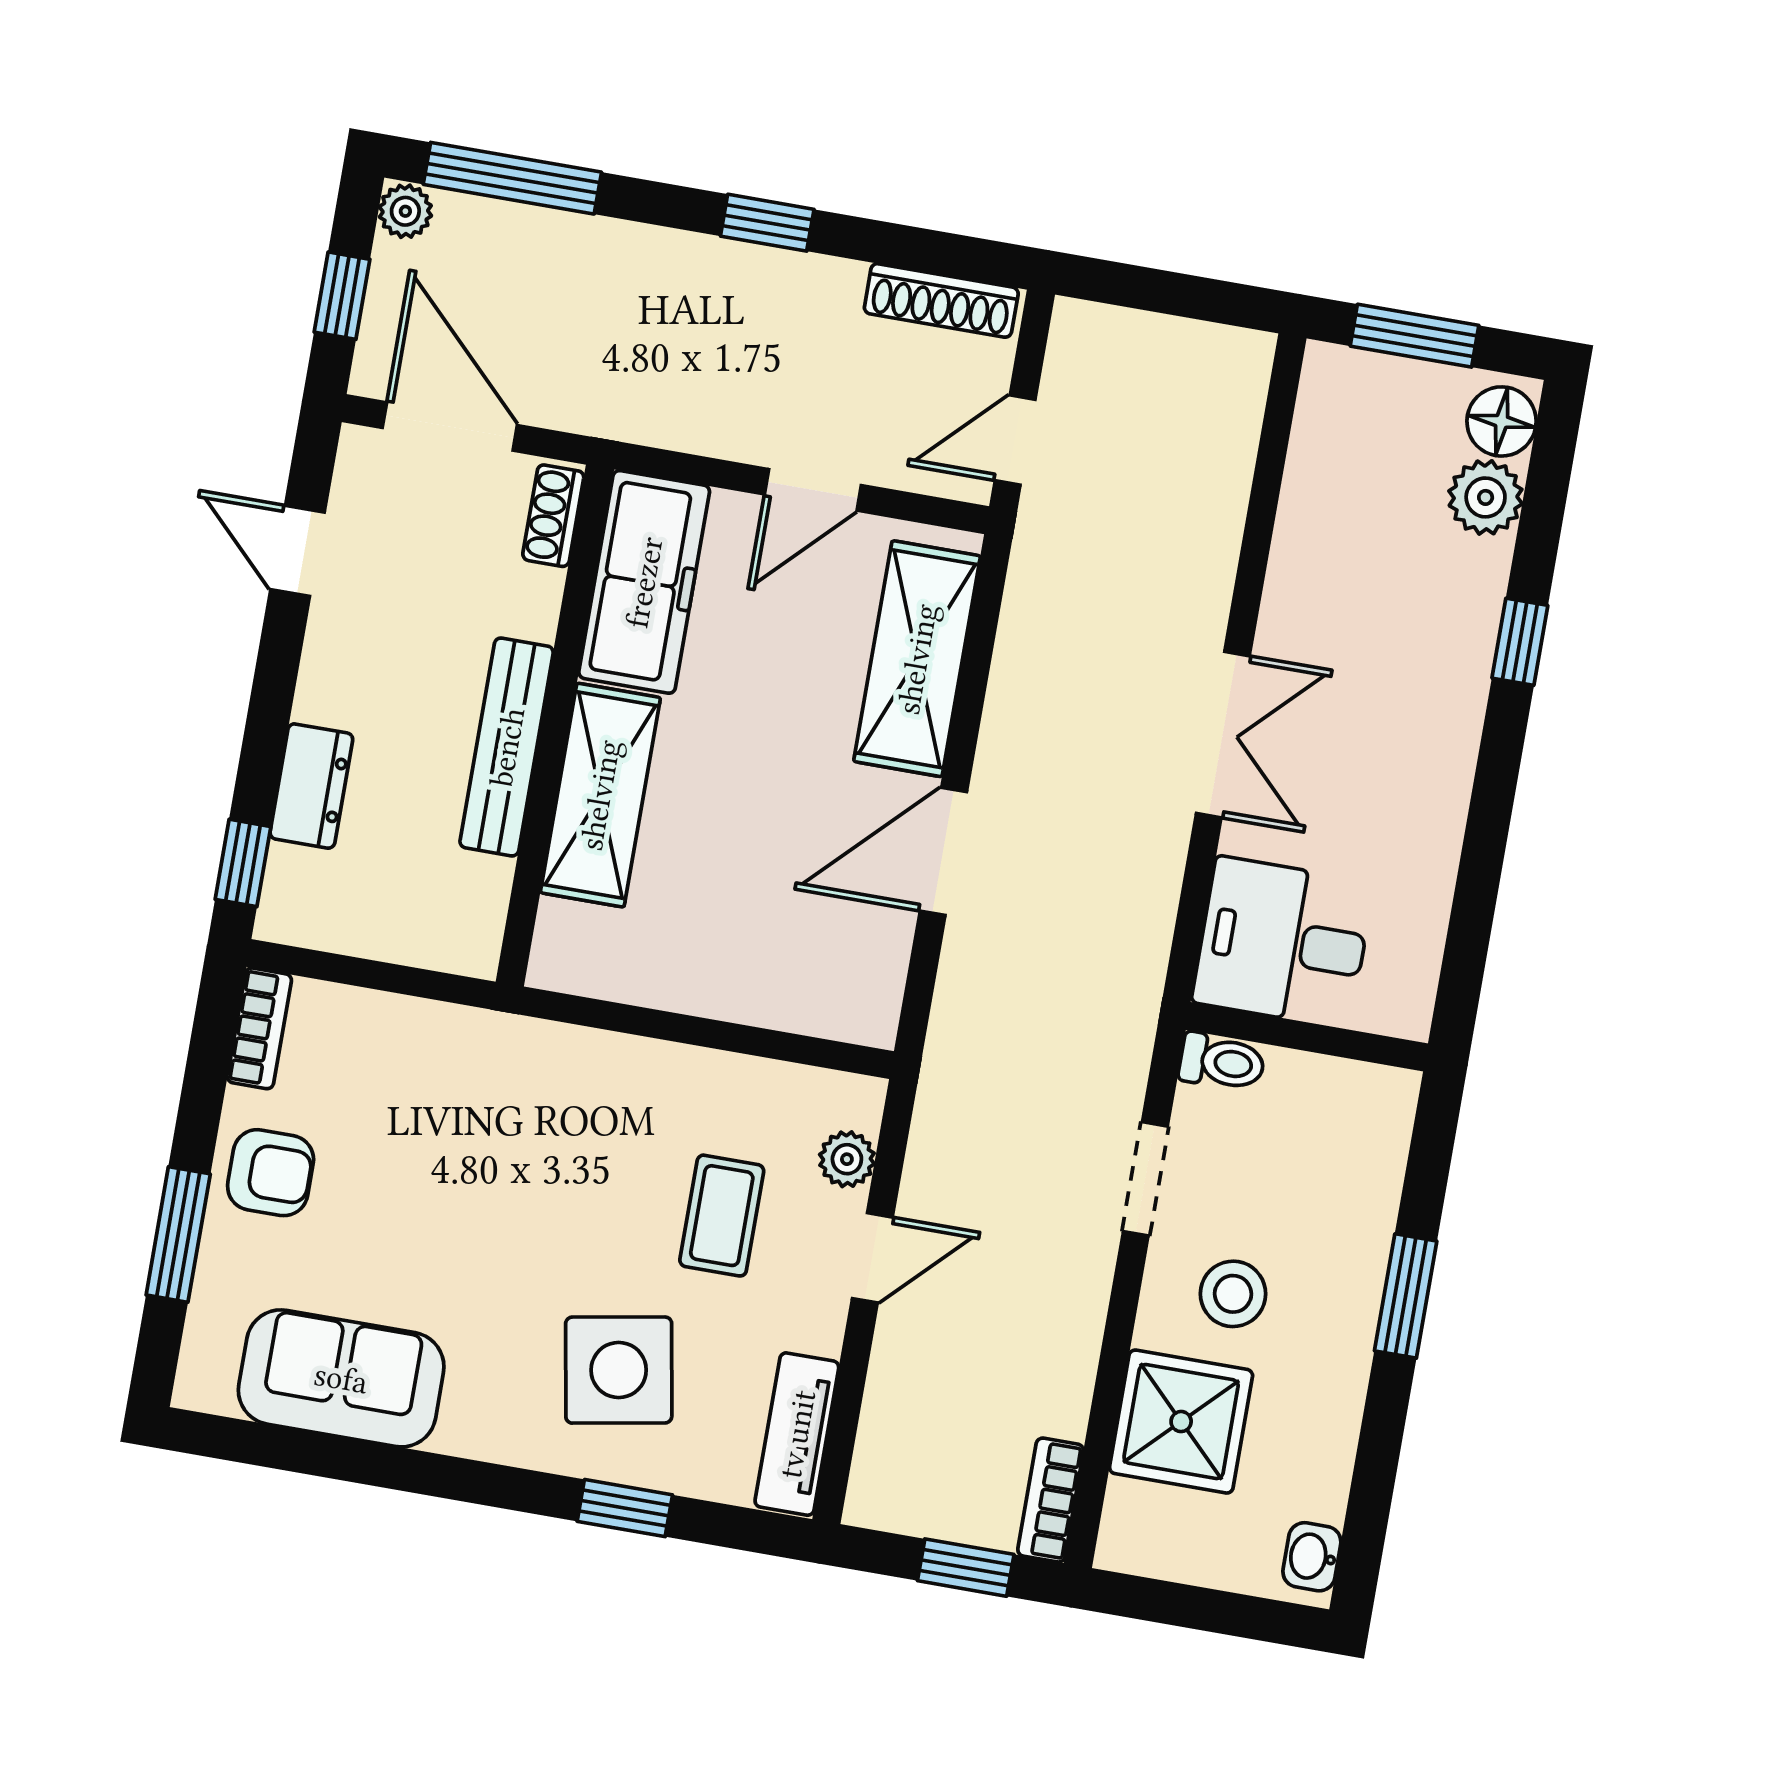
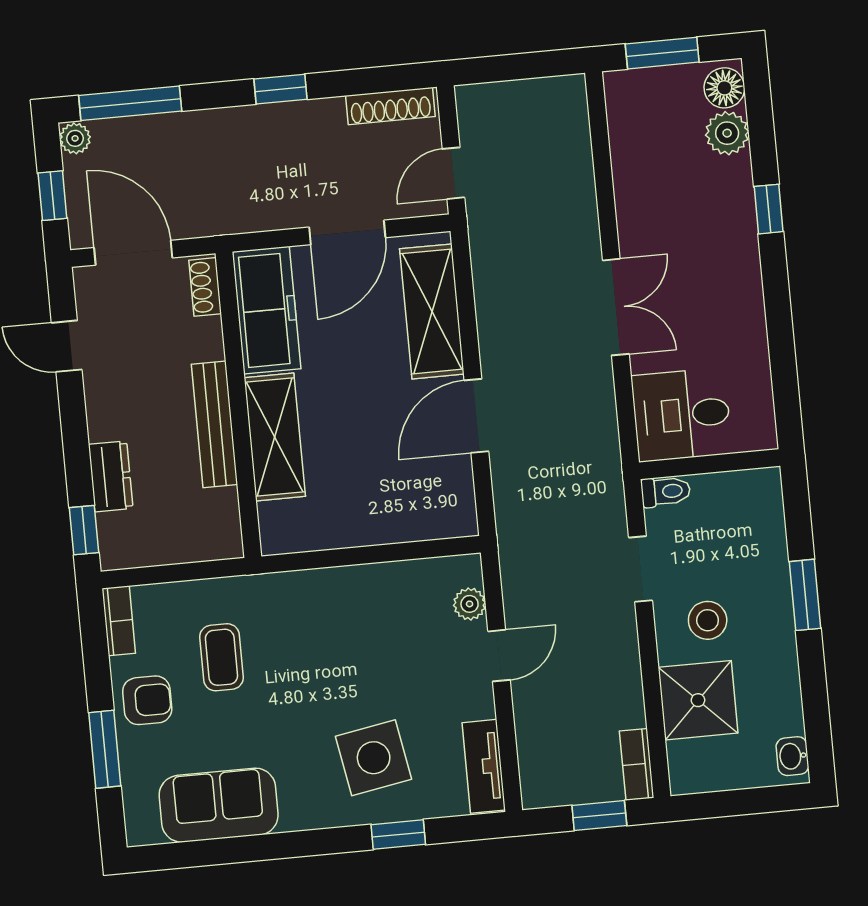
door: (813, 490) -> (347, 232), width x1.38
coffee table: (722, 1216) -> (221, 657), moved

